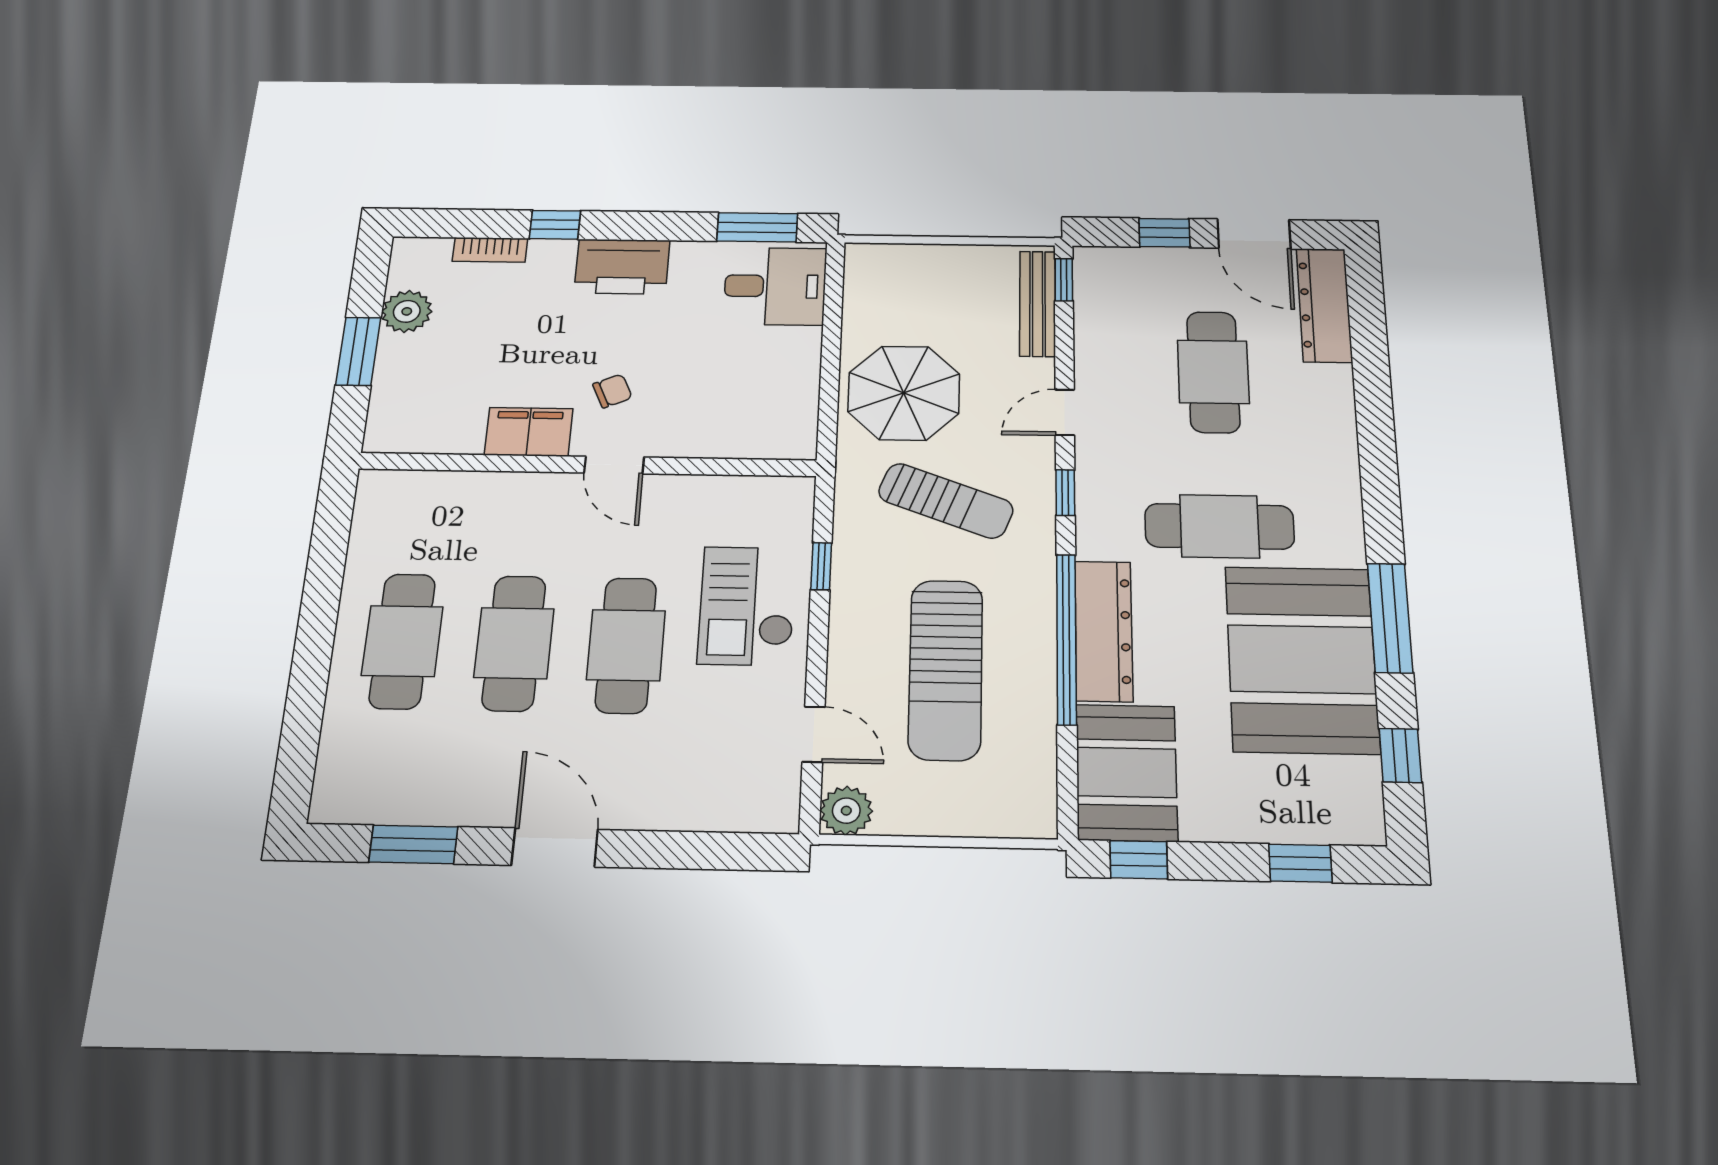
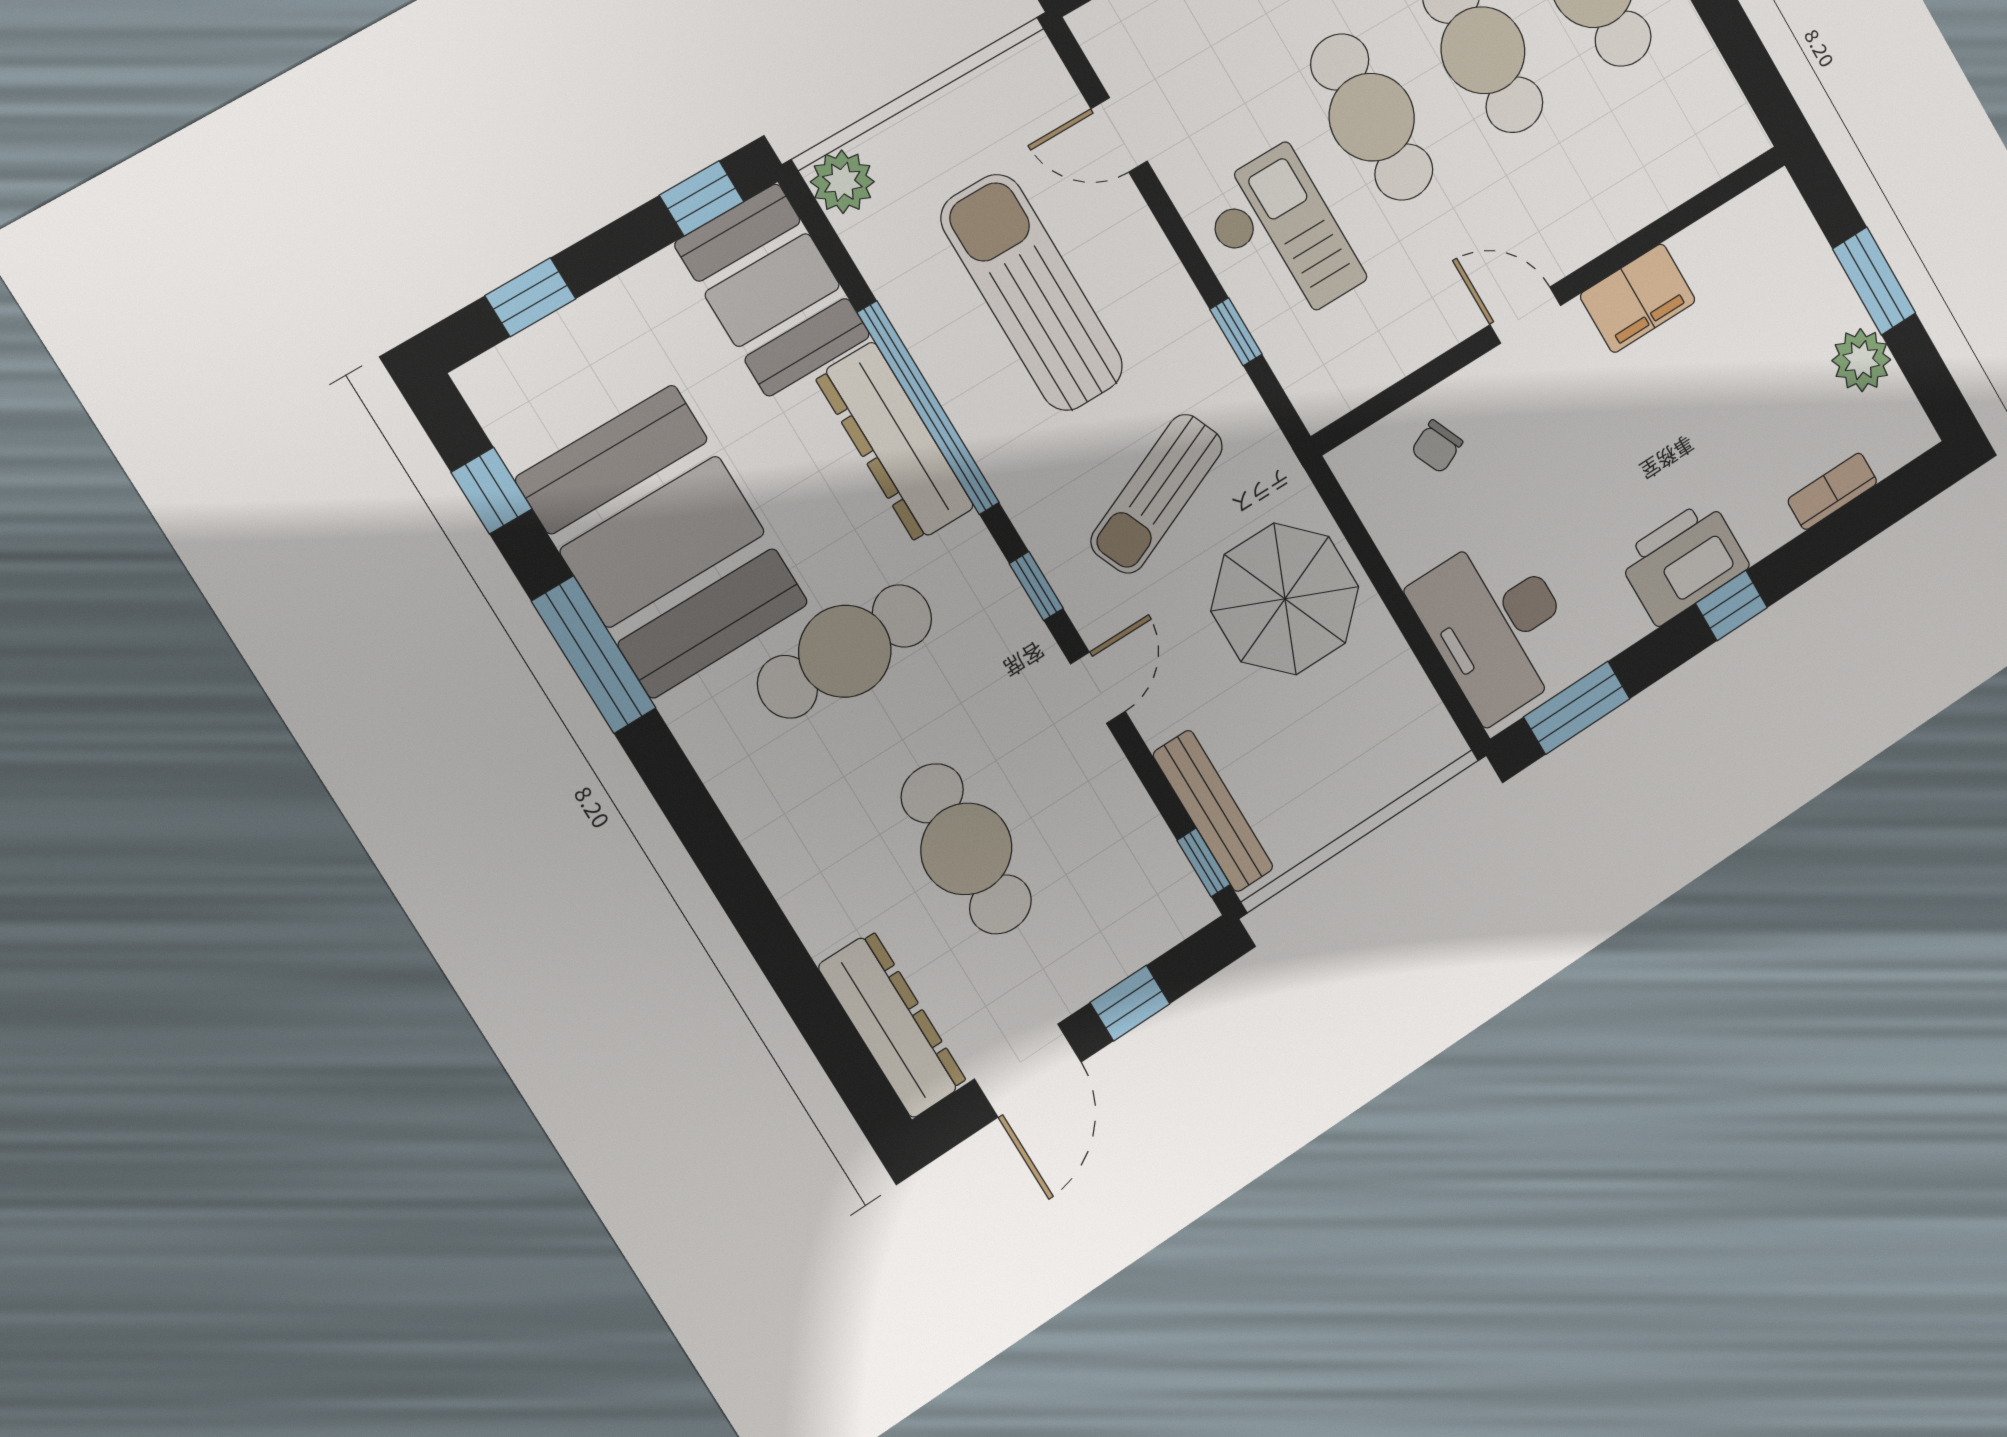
window: (555, 225) -> (1732, 605), moved
door: (1254, 234) -> (1028, 1071), swing flipped
desk: (775, 286) -> (1497, 625), width x1.37
chair: (612, 391) -> (1437, 447), moved
sun lounger: (946, 501) -> (1157, 494), turned -44
plant: (846, 811) -> (842, 182), moved

